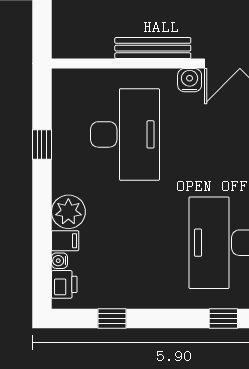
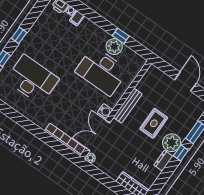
plant: (68, 212) -> (114, 47), moved
window: (112, 318) -> (19, 35), moved

